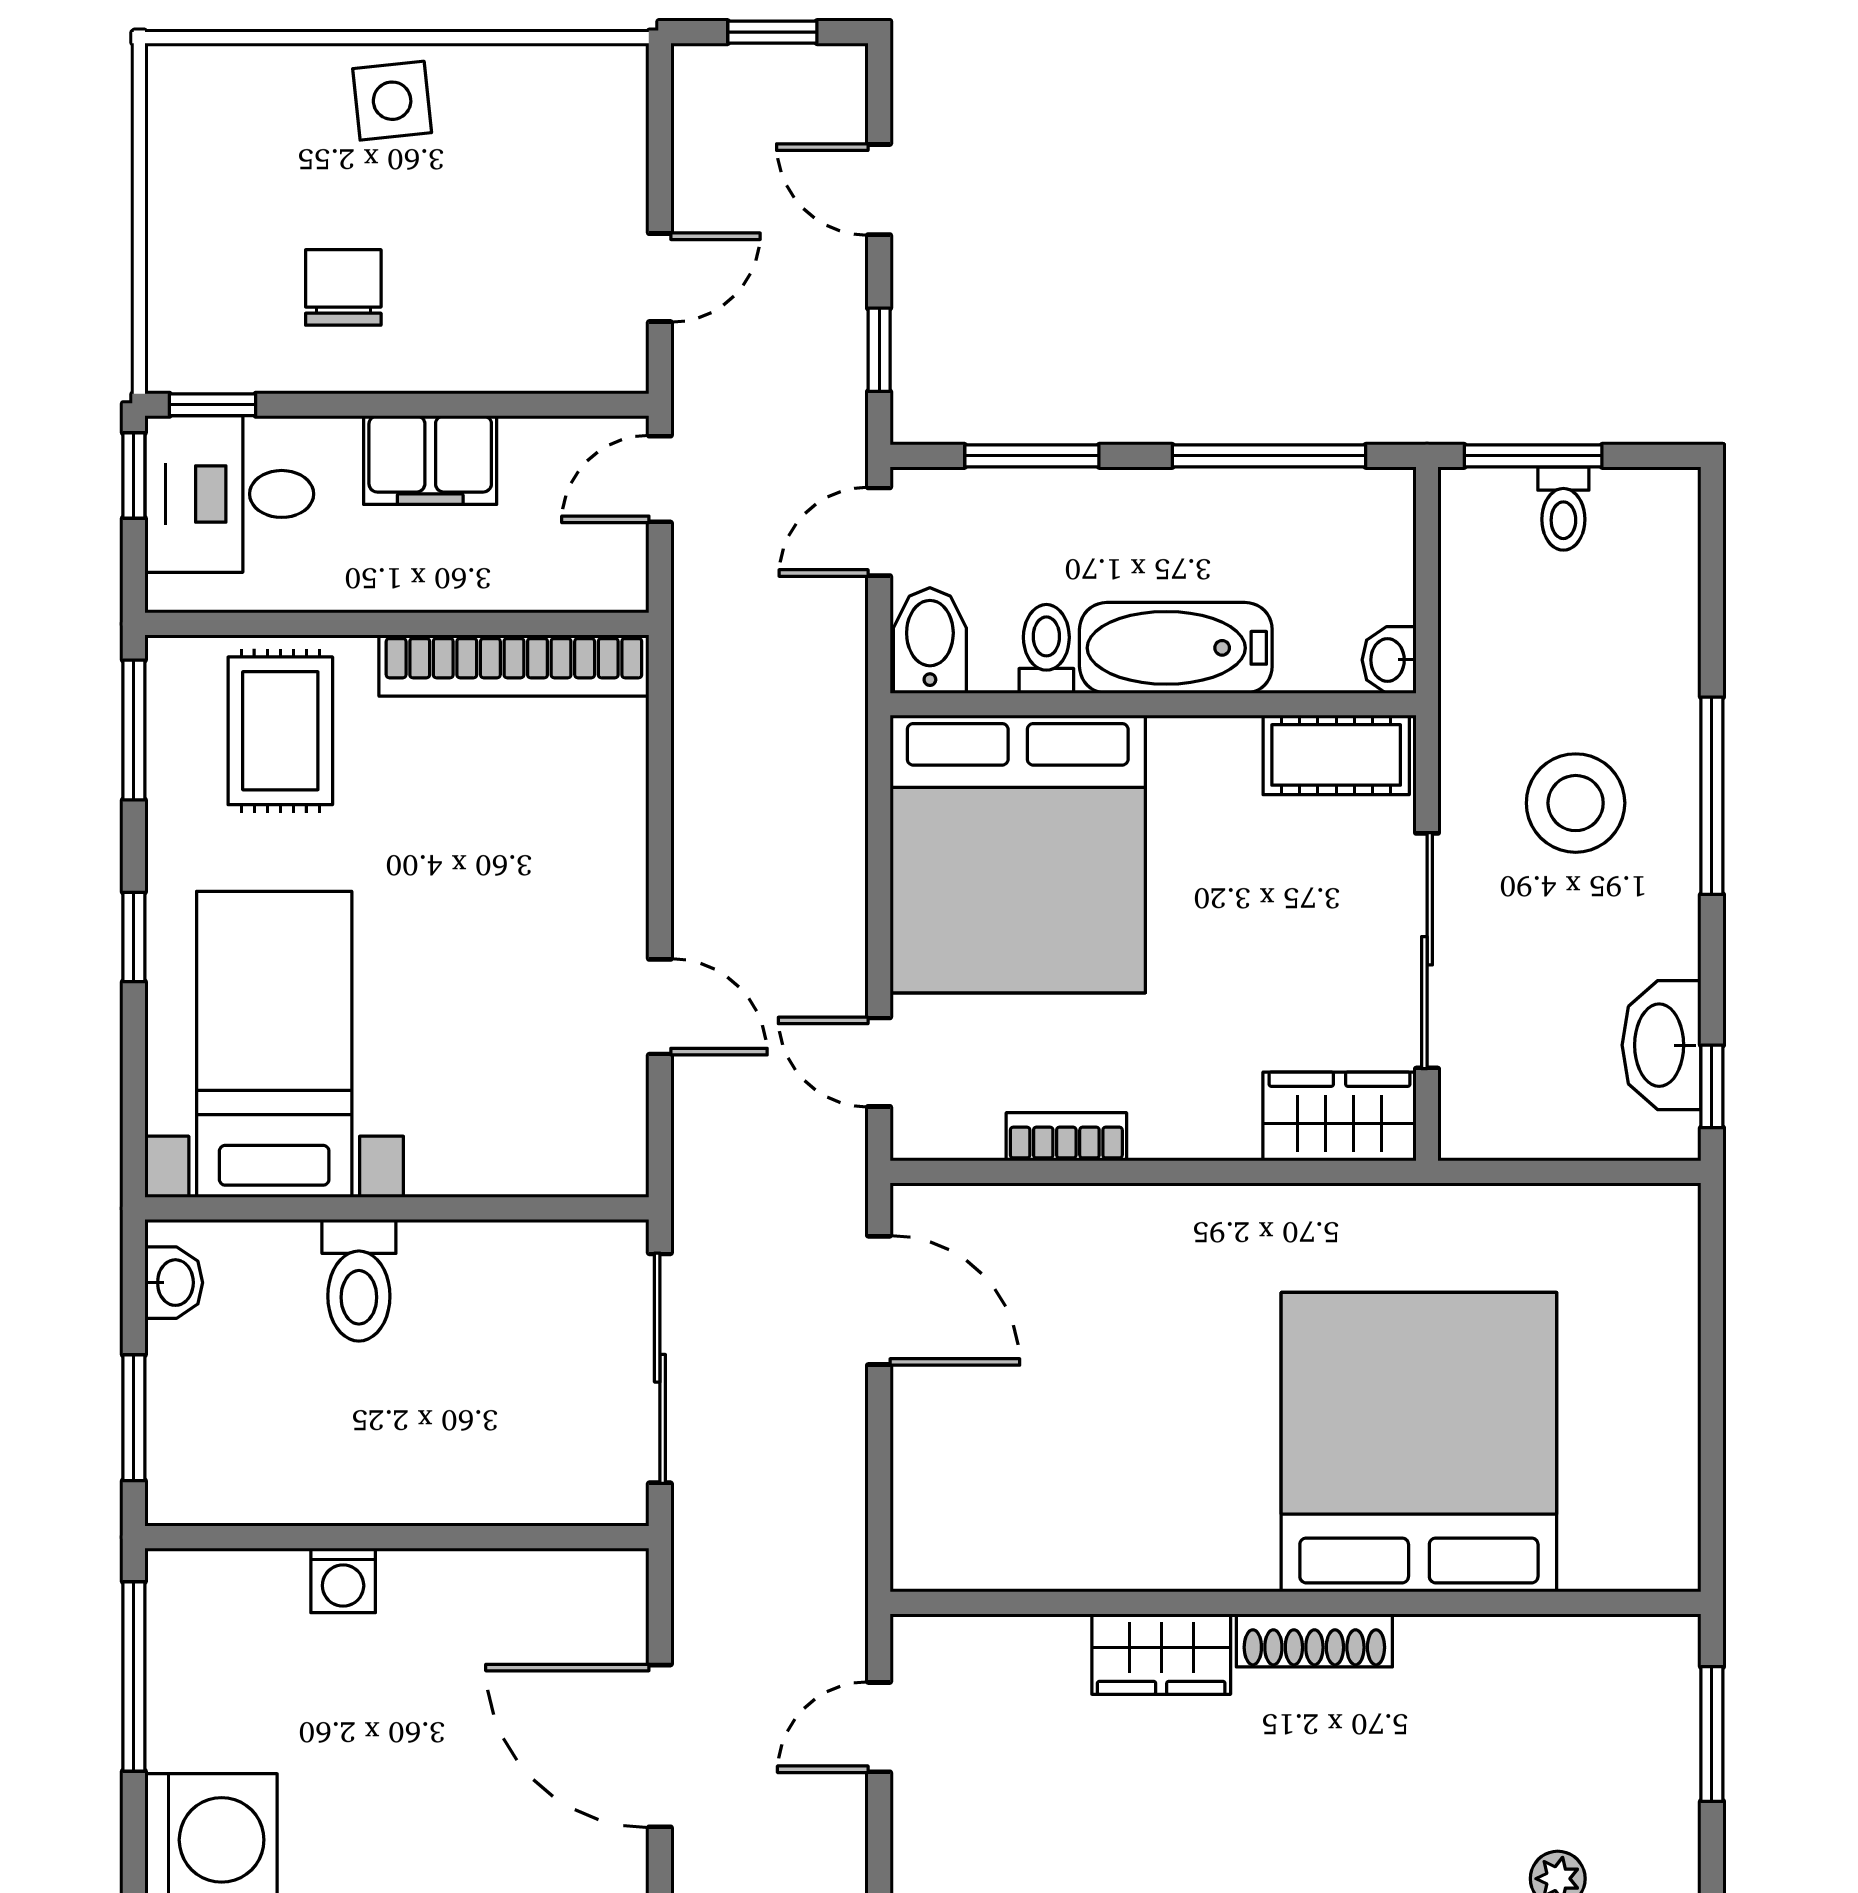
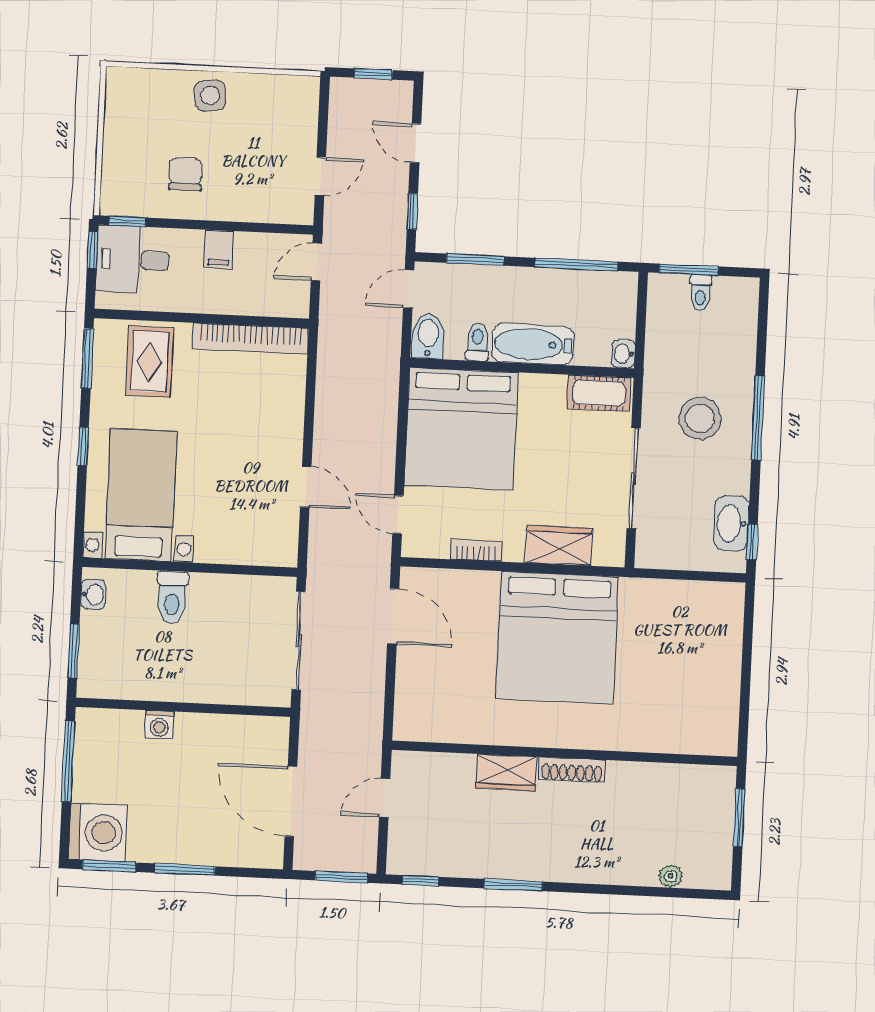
filing cabinet: (430, 460) -> (219, 249), width x0.50
wardrobe: (1340, 1116) -> (559, 546), moved
bed: (1419, 1442) -> (557, 638), moved, turned 180

